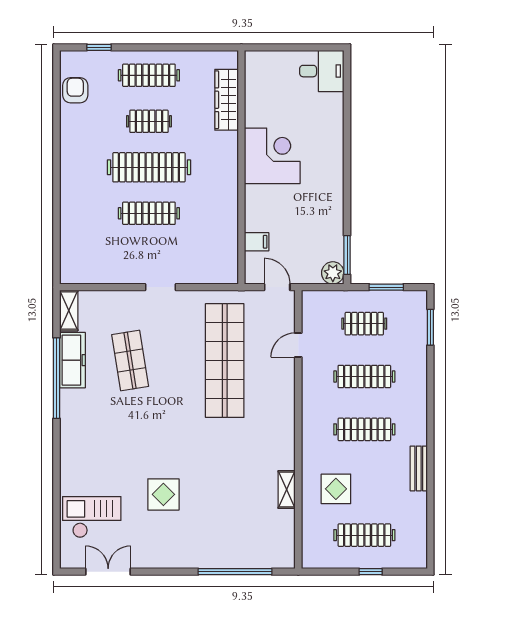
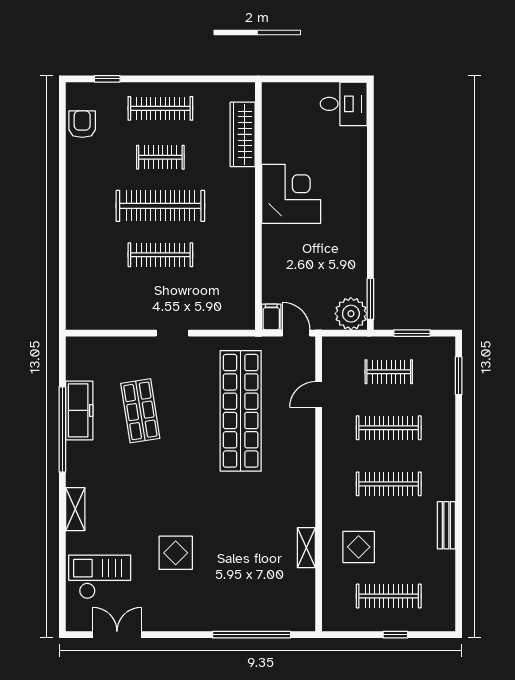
filing cabinet: (257, 242) -> (271, 317), moved, turned -90
plant: (333, 273) -> (351, 314), width x1.36, depth x1.36
shelving: (69, 311) -> (75, 509), moved

